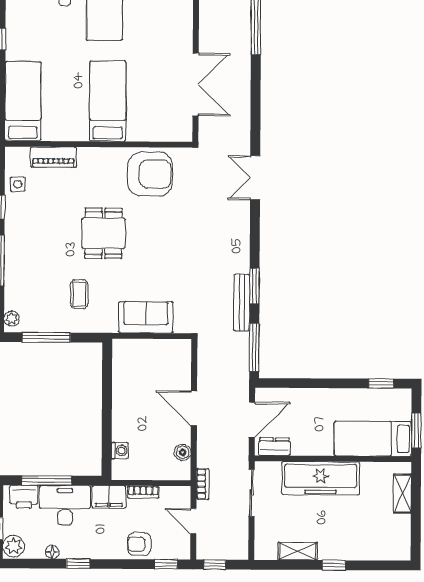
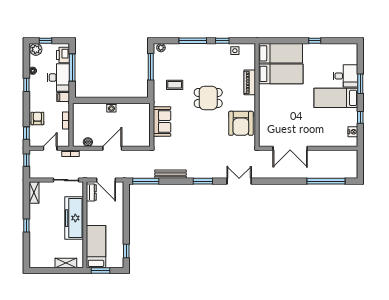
bed: (108, 101) -> (281, 74), moved
piano: (53, 157) -> (250, 82), moved
window: (255, 286) -> (203, 181), moved
washing machine: (120, 450) -> (111, 108), moved
filing cabinet: (109, 497) -> (63, 97), width x0.50
shelving: (298, 551) -> (34, 192), moved

